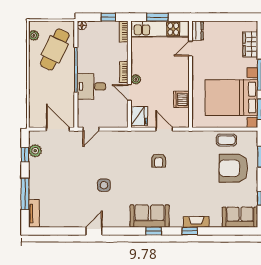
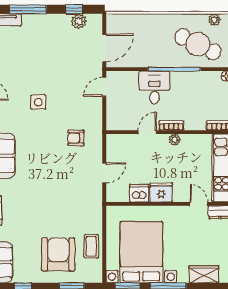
plant: (136, 79) -> (175, 140), moved
fridge: (139, 116) -> (161, 193), moved, turned 180
door: (91, 129) -> (104, 87), hinge flipped
armchair: (159, 161) -> (76, 138), moved

